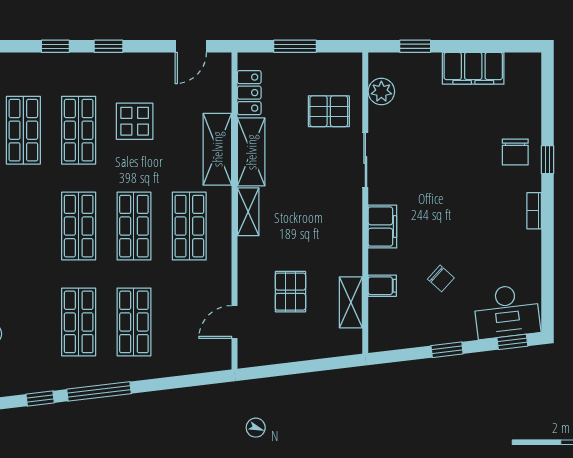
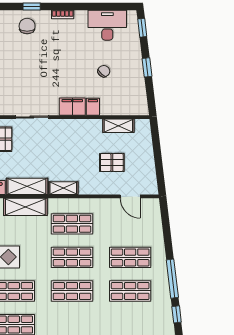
chair: (515, 152) -> (27, 26), turned -90
filing cabinet: (382, 286) -> (93, 107), moved
desk: (507, 311) -> (107, 25), moved, turned -83

